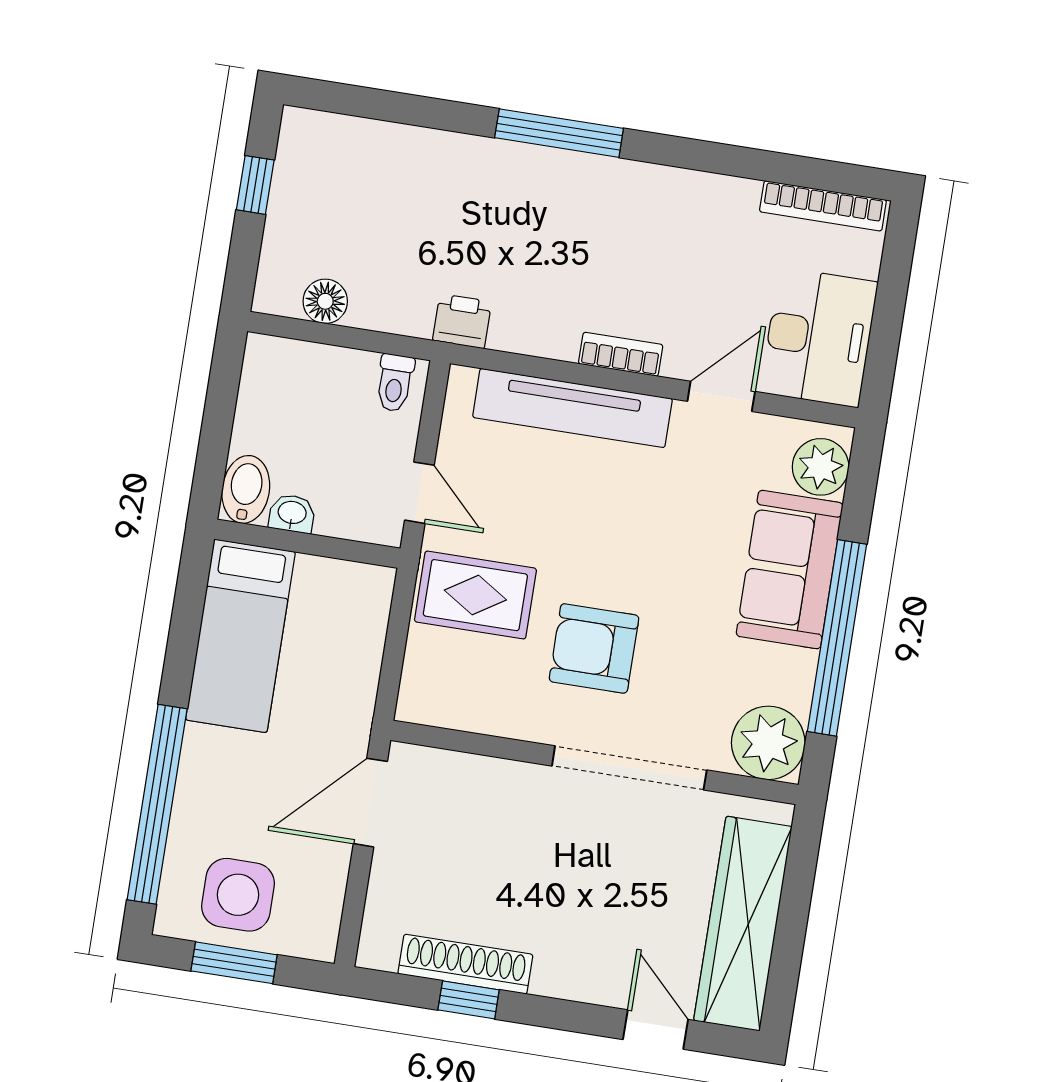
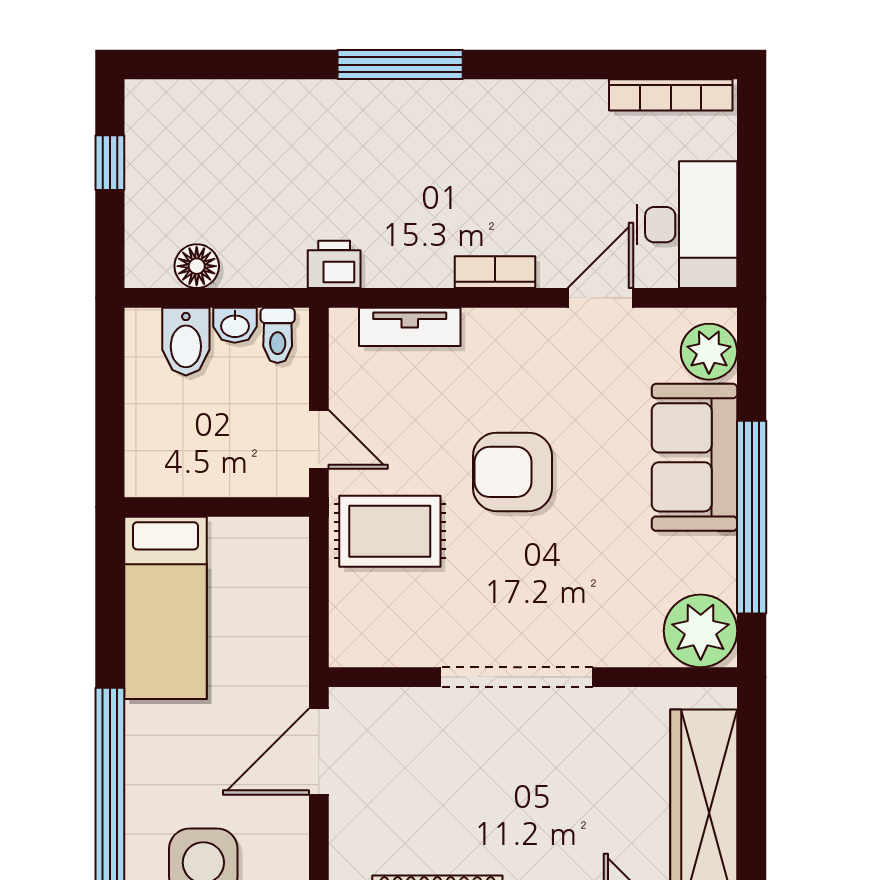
tv unit: (572, 408) -> (410, 327), width x0.52, depth x0.78
bidet: (246, 489) -> (186, 342), moved, turned 180
washbasin: (292, 513) -> (235, 325), moved, turned 180
armchair: (594, 648) -> (512, 472), moved
doorway: (629, 768) -> (517, 677), moved

